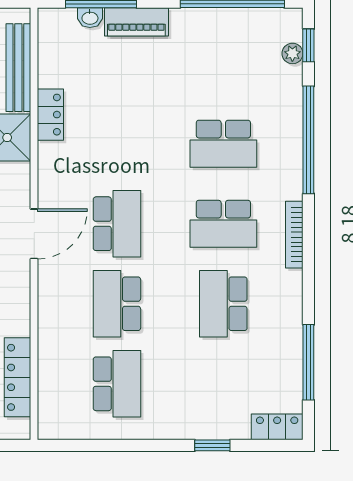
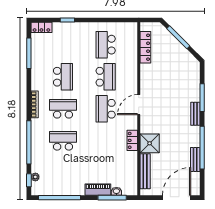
locker: (50, 115) -> (132, 140), moved

